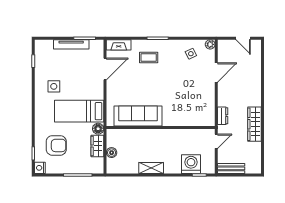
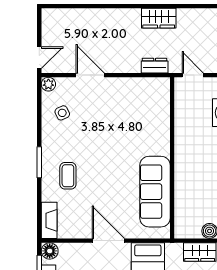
door: (243, 38) -> (39, 58), moved
door: (105, 69) -> (108, 241), moved
wardrobe: (254, 124) -> (159, 18), width x0.67
floor lamp: (98, 129) -> (50, 251), moved

